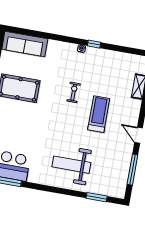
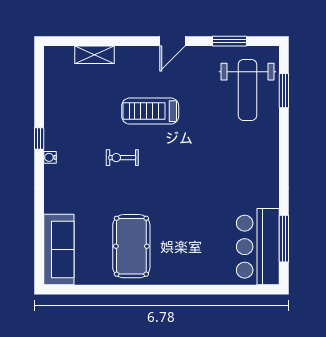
weight bench: (71, 165) -> (247, 90), moved
window: (132, 170) -> (230, 41), width x0.69

